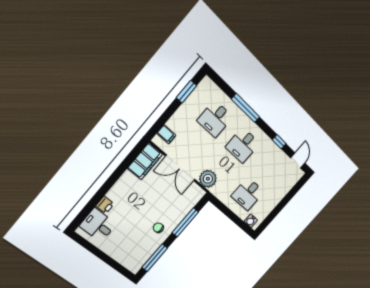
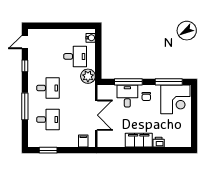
filing cabinet: (145, 161) -> (139, 140), moved
plant: (208, 179) -> (88, 76), moved
desk: (98, 225) -> (127, 96), moved, turned 180
corner desk: (133, 251) -> (175, 99), added

